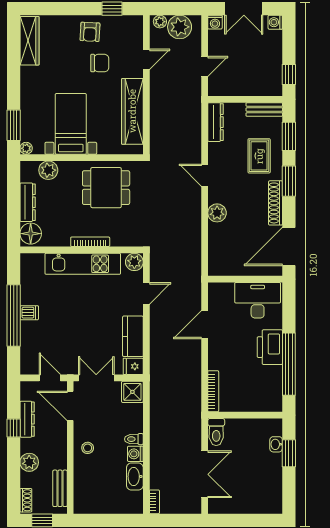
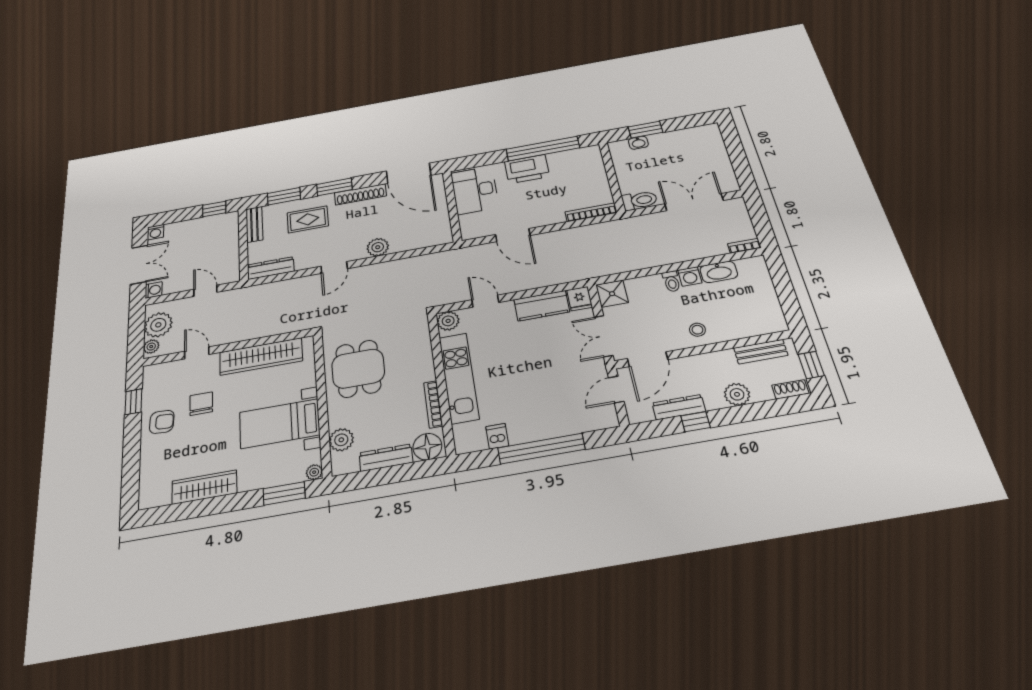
wardrobe: (29, 41) -> (204, 487), moved
bookcase: (90, 242) -> (433, 404), moved
dishwasher: (29, 313) -> (497, 436), moved

